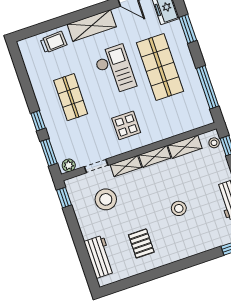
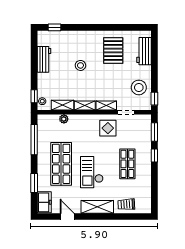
display table: (126, 125) -> (108, 128), moved
plant: (69, 165) -> (64, 119), moved
stool: (106, 199) -> (139, 87), moved
pallet: (141, 243) -> (113, 51), width x1.50, depth x1.42

